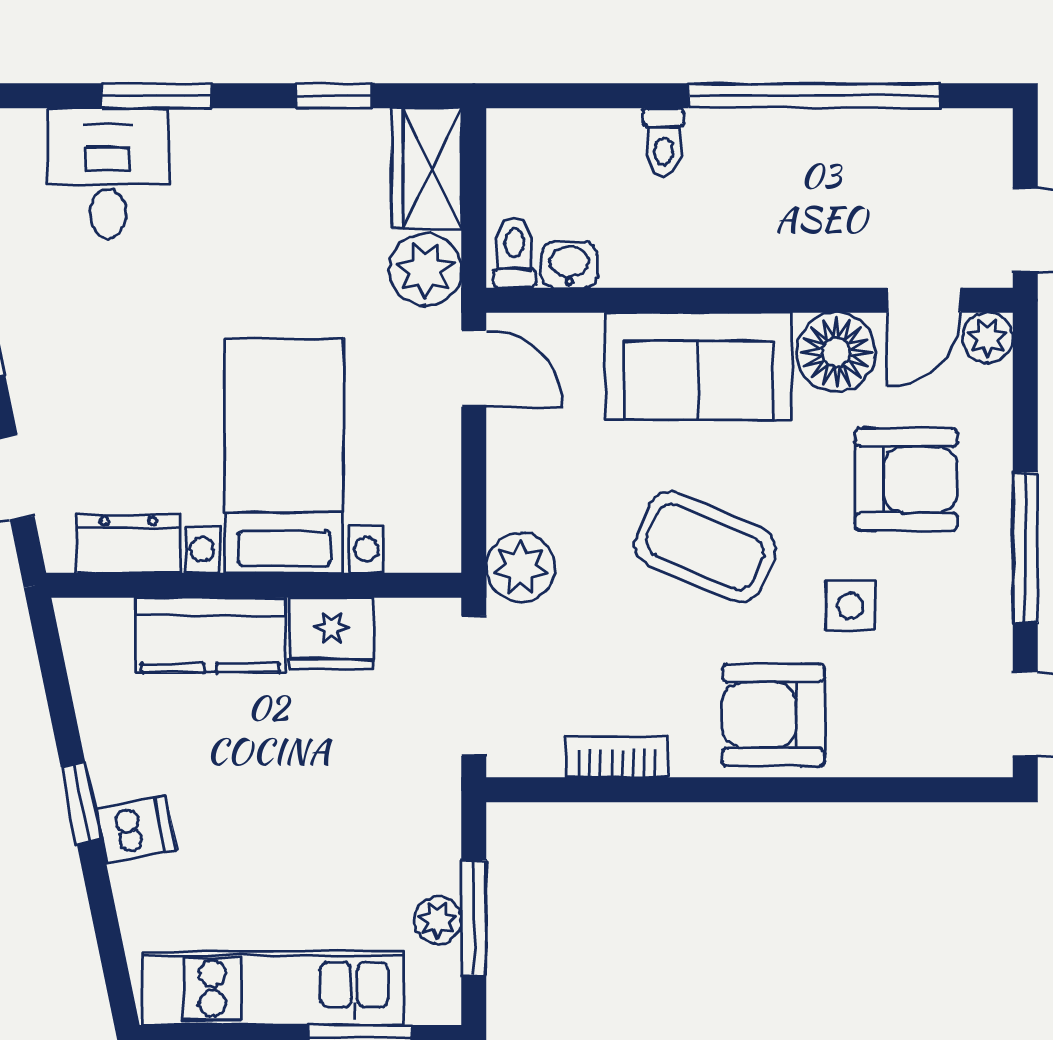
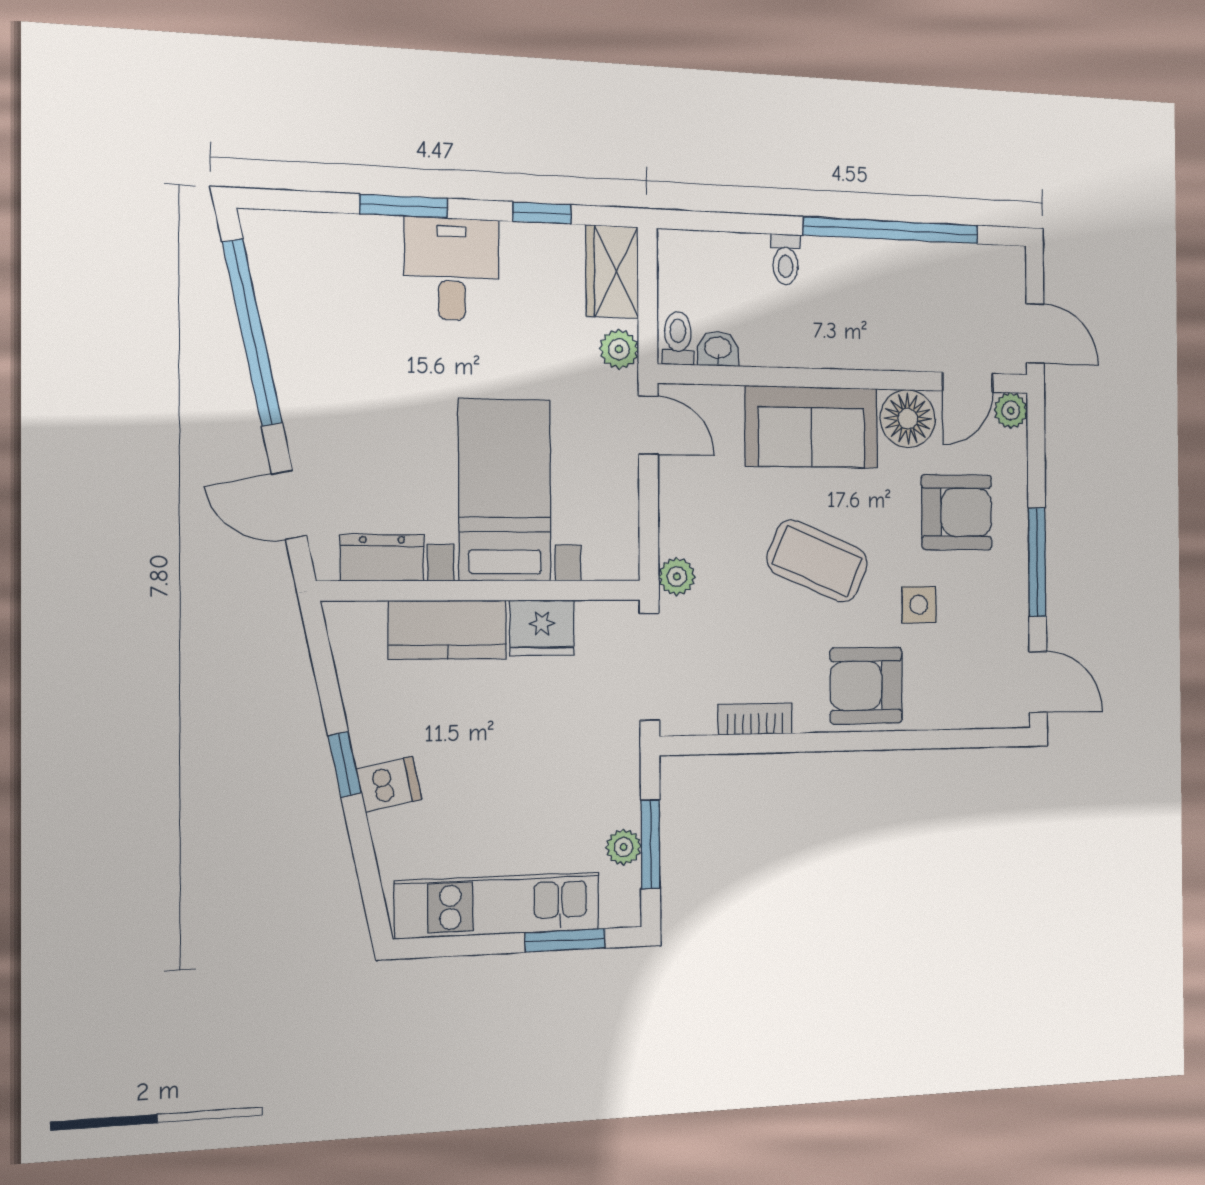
desk: (108, 173) -> (452, 269), moved
plant: (425, 270) -> (619, 349), width x0.73, depth x0.73
plant: (521, 567) -> (677, 577), width x0.73, depth x0.73

